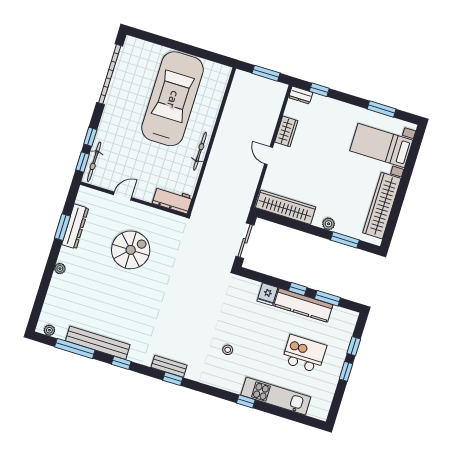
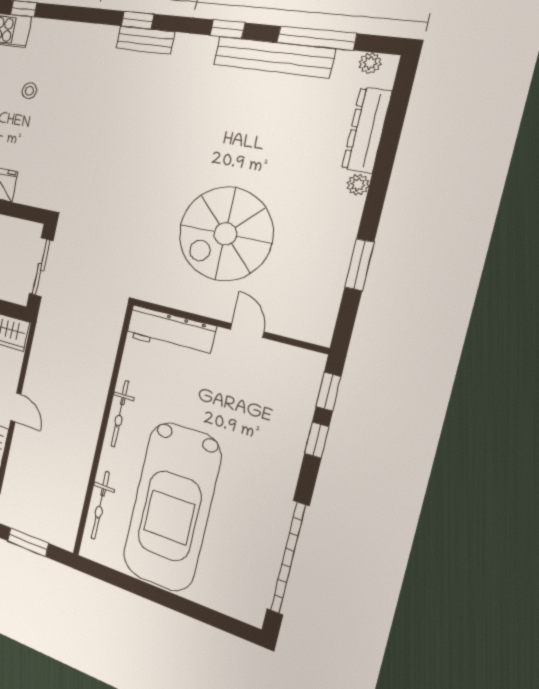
bicycle: (94, 162) -> (100, 505), moved, turned 180
door: (123, 196) -> (247, 331), swing flipped
workbench: (172, 200) -> (171, 331), width x1.38
dresser: (75, 226) -> (367, 130), moved
spiral stairs: (131, 250) -> (225, 234), width x1.37, depth x1.37
stool: (228, 350) -> (29, 91), moved

